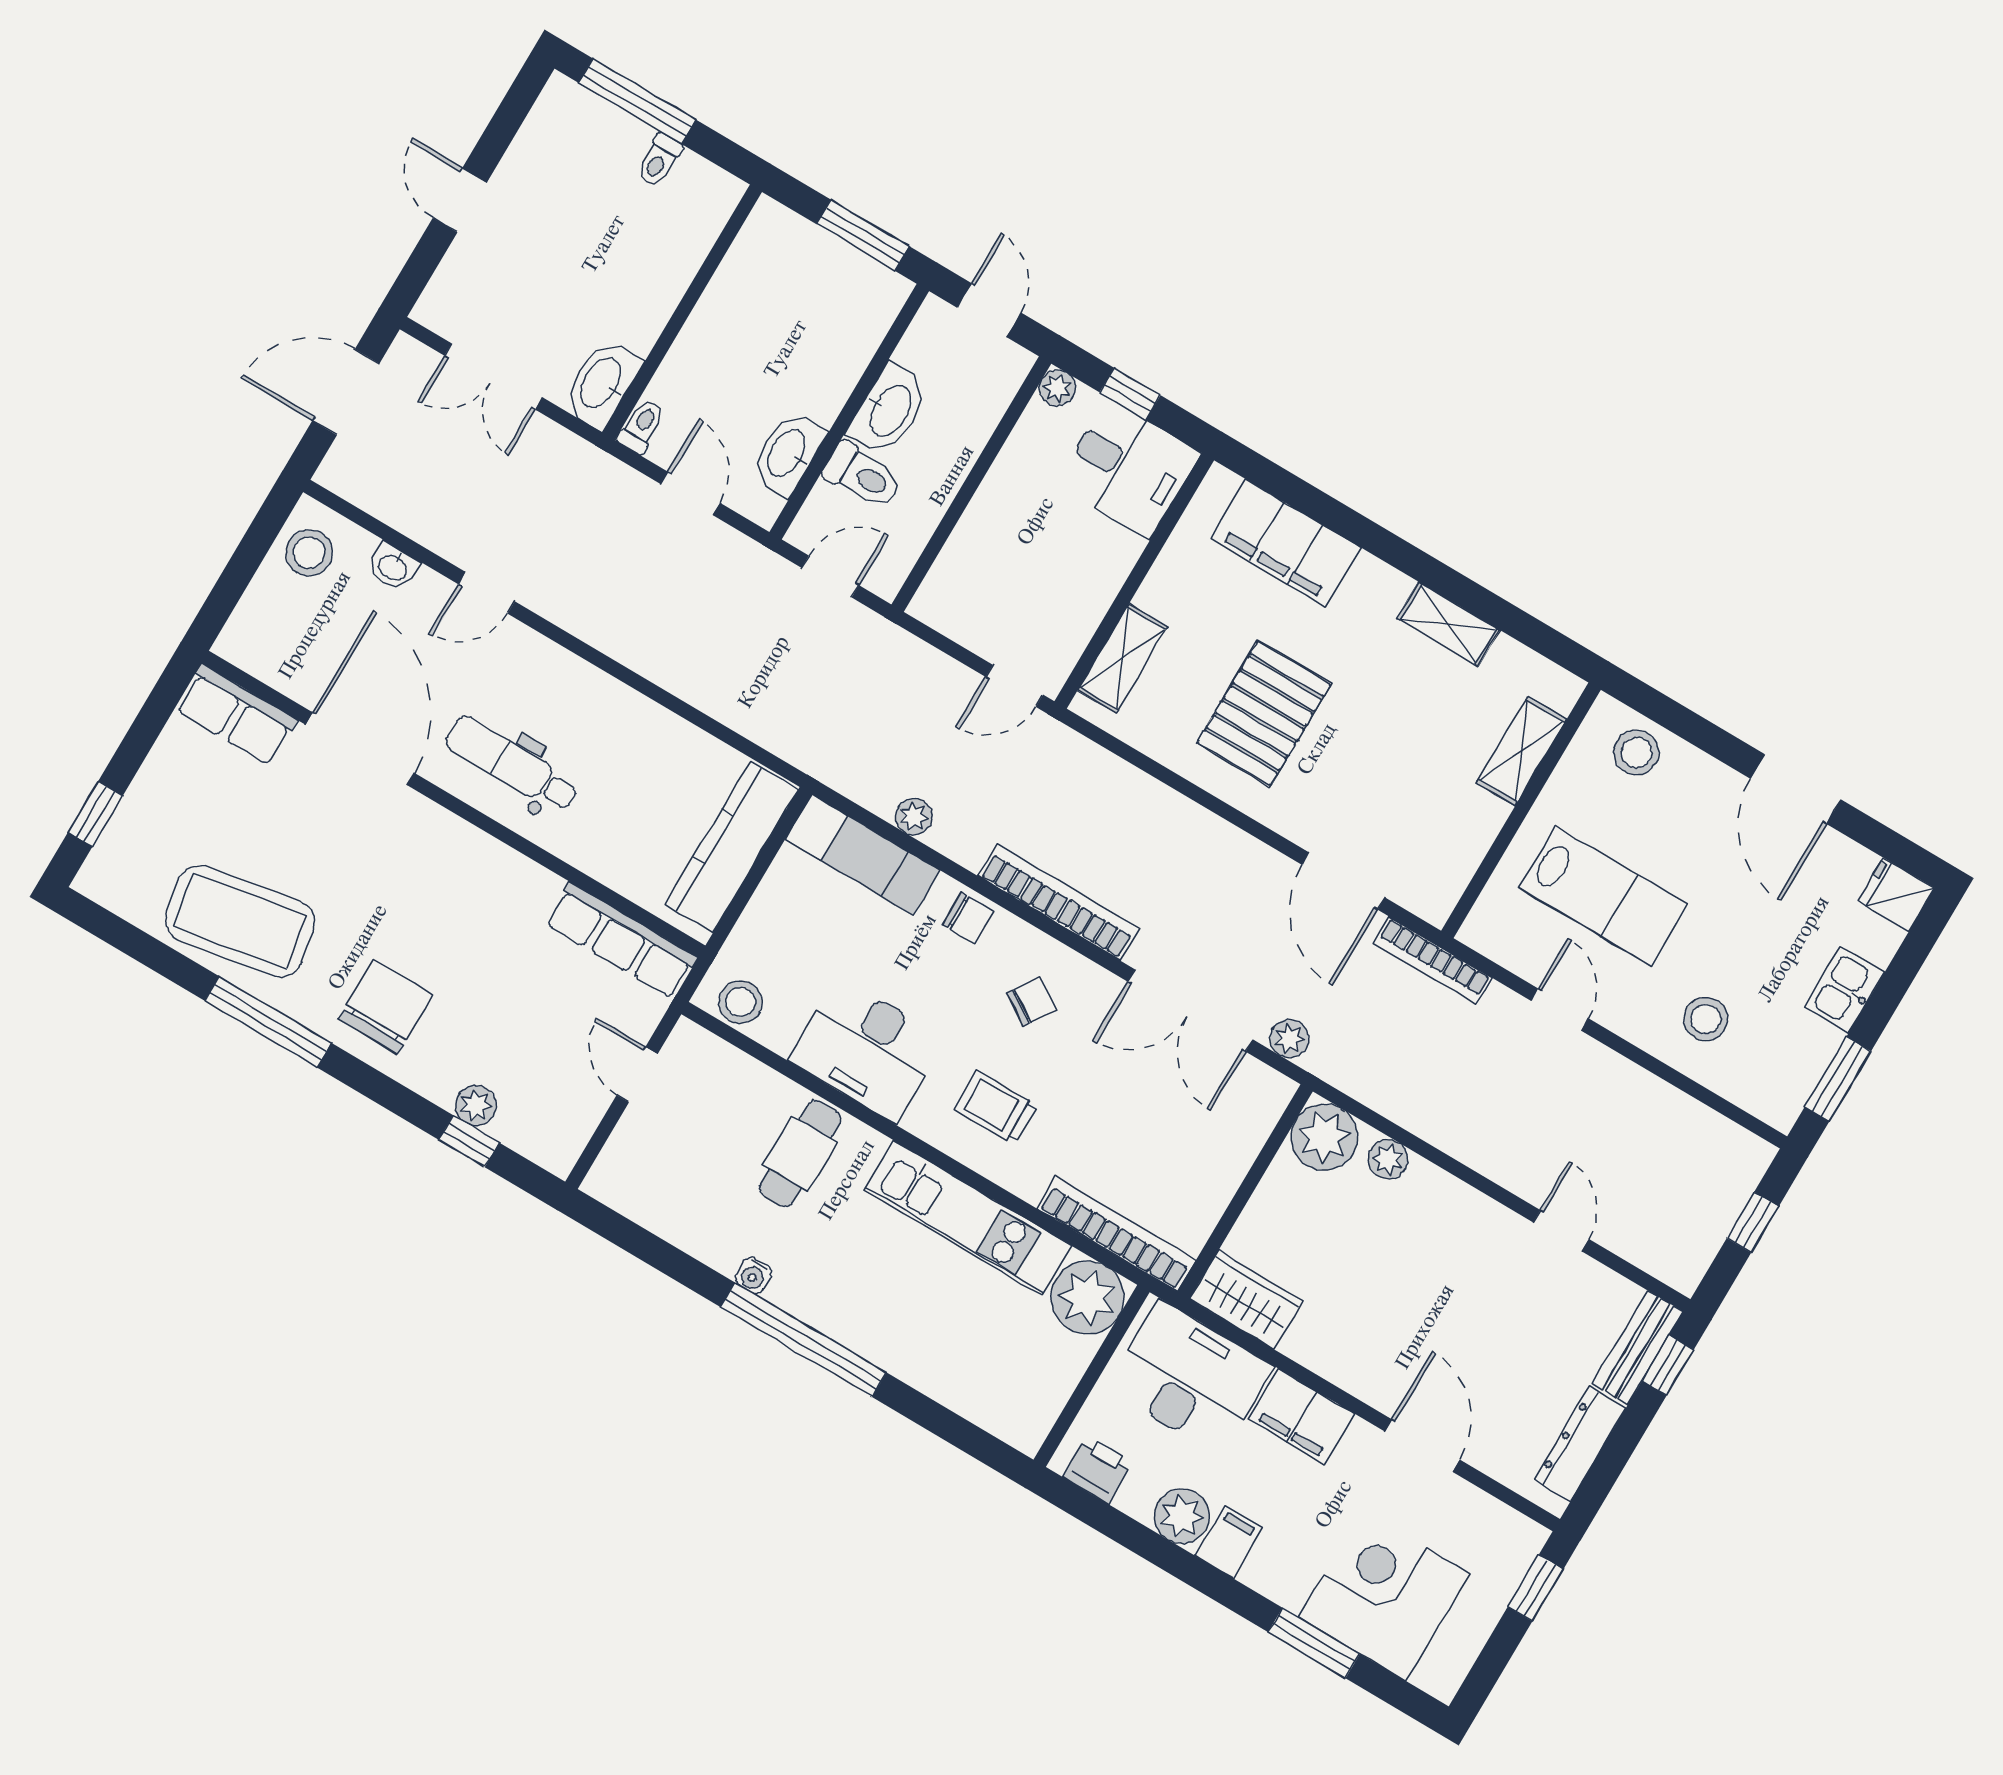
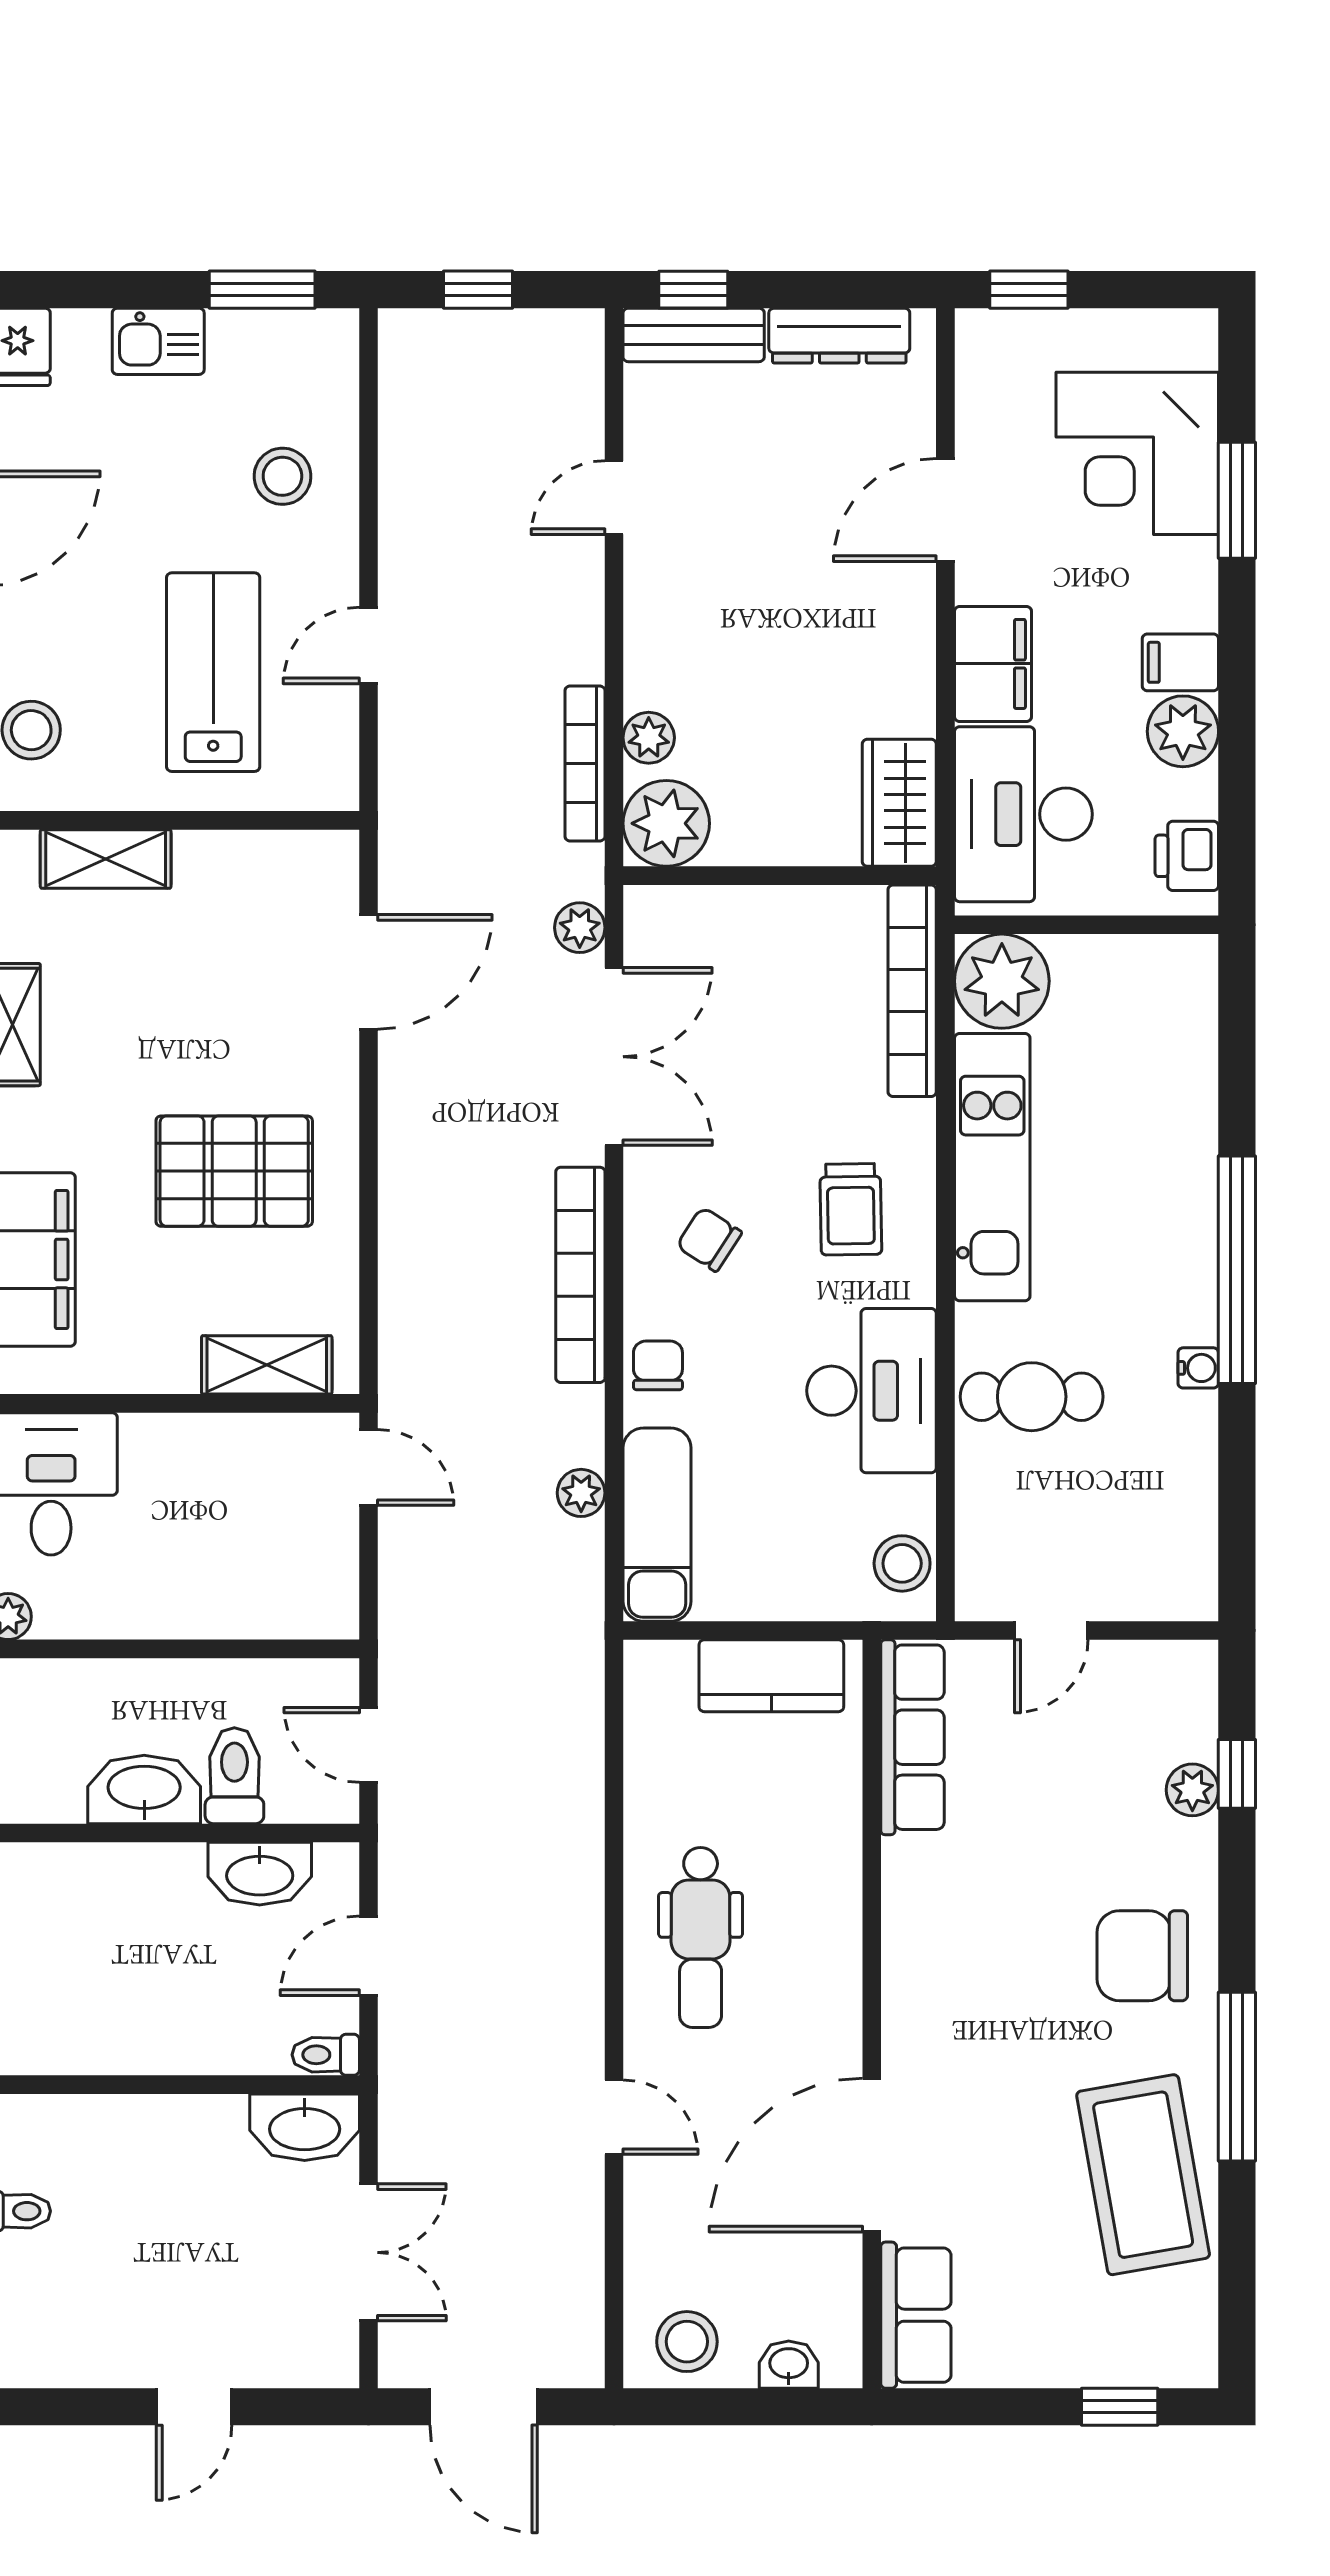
washbasin: (393, 567) -> (789, 2365), moved, turned -90
dental chair: (512, 764) -> (701, 1937), moved
kitchen counter: (732, 847) -> (771, 1676), width x0.67
bookcase: (1433, 960) -> (585, 763), moved, turned 180

